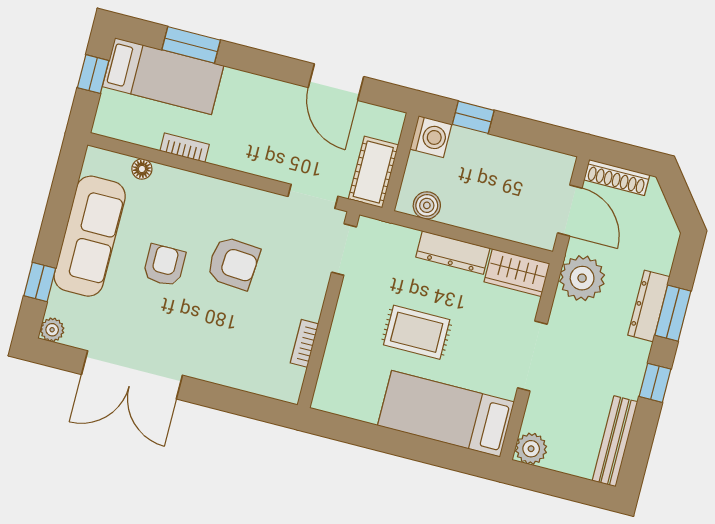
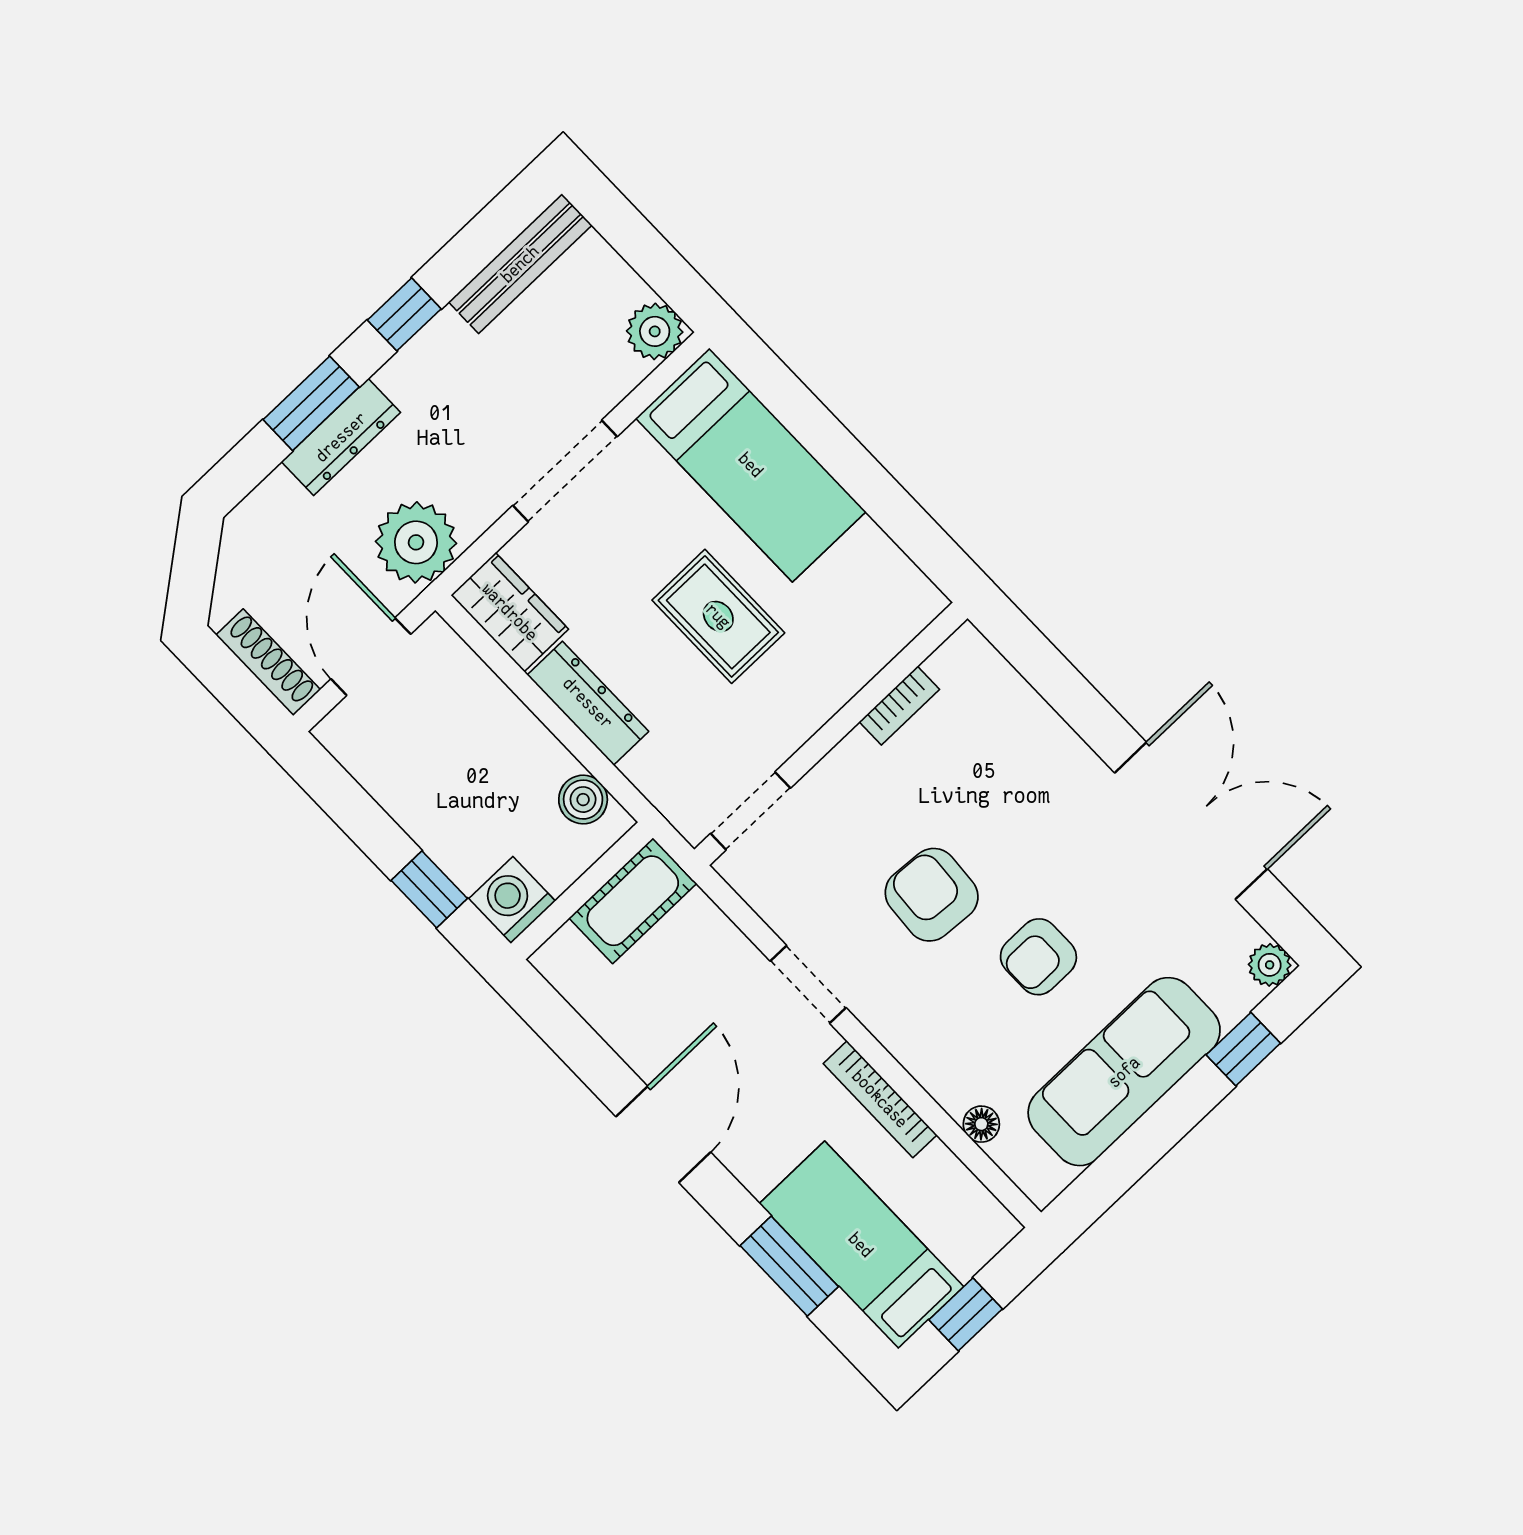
door: (336, 82) -> (663, 1134), moved
bookcase: (185, 148) -> (880, 1099), width x1.56
doorway: (313, 196) -> (808, 984), moved

